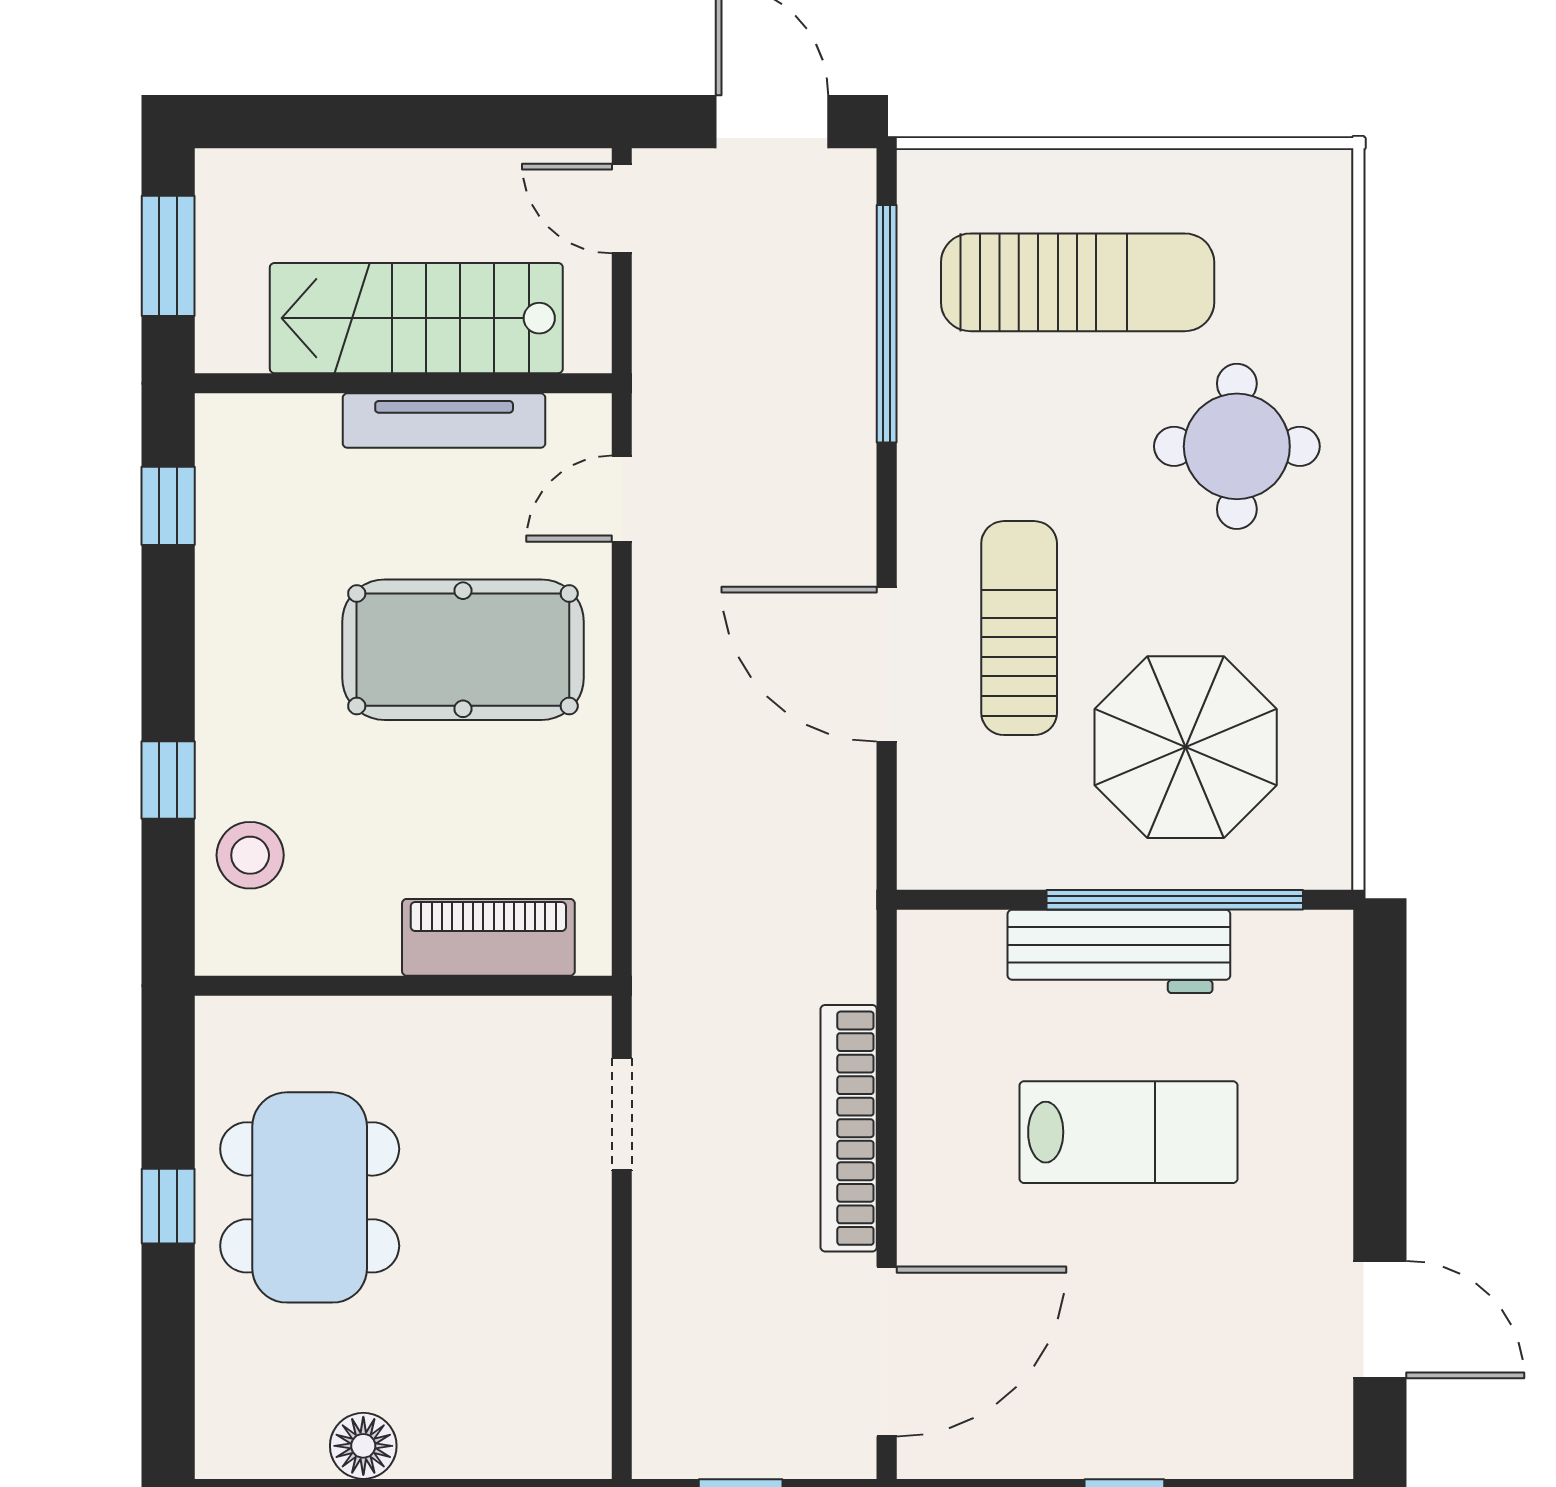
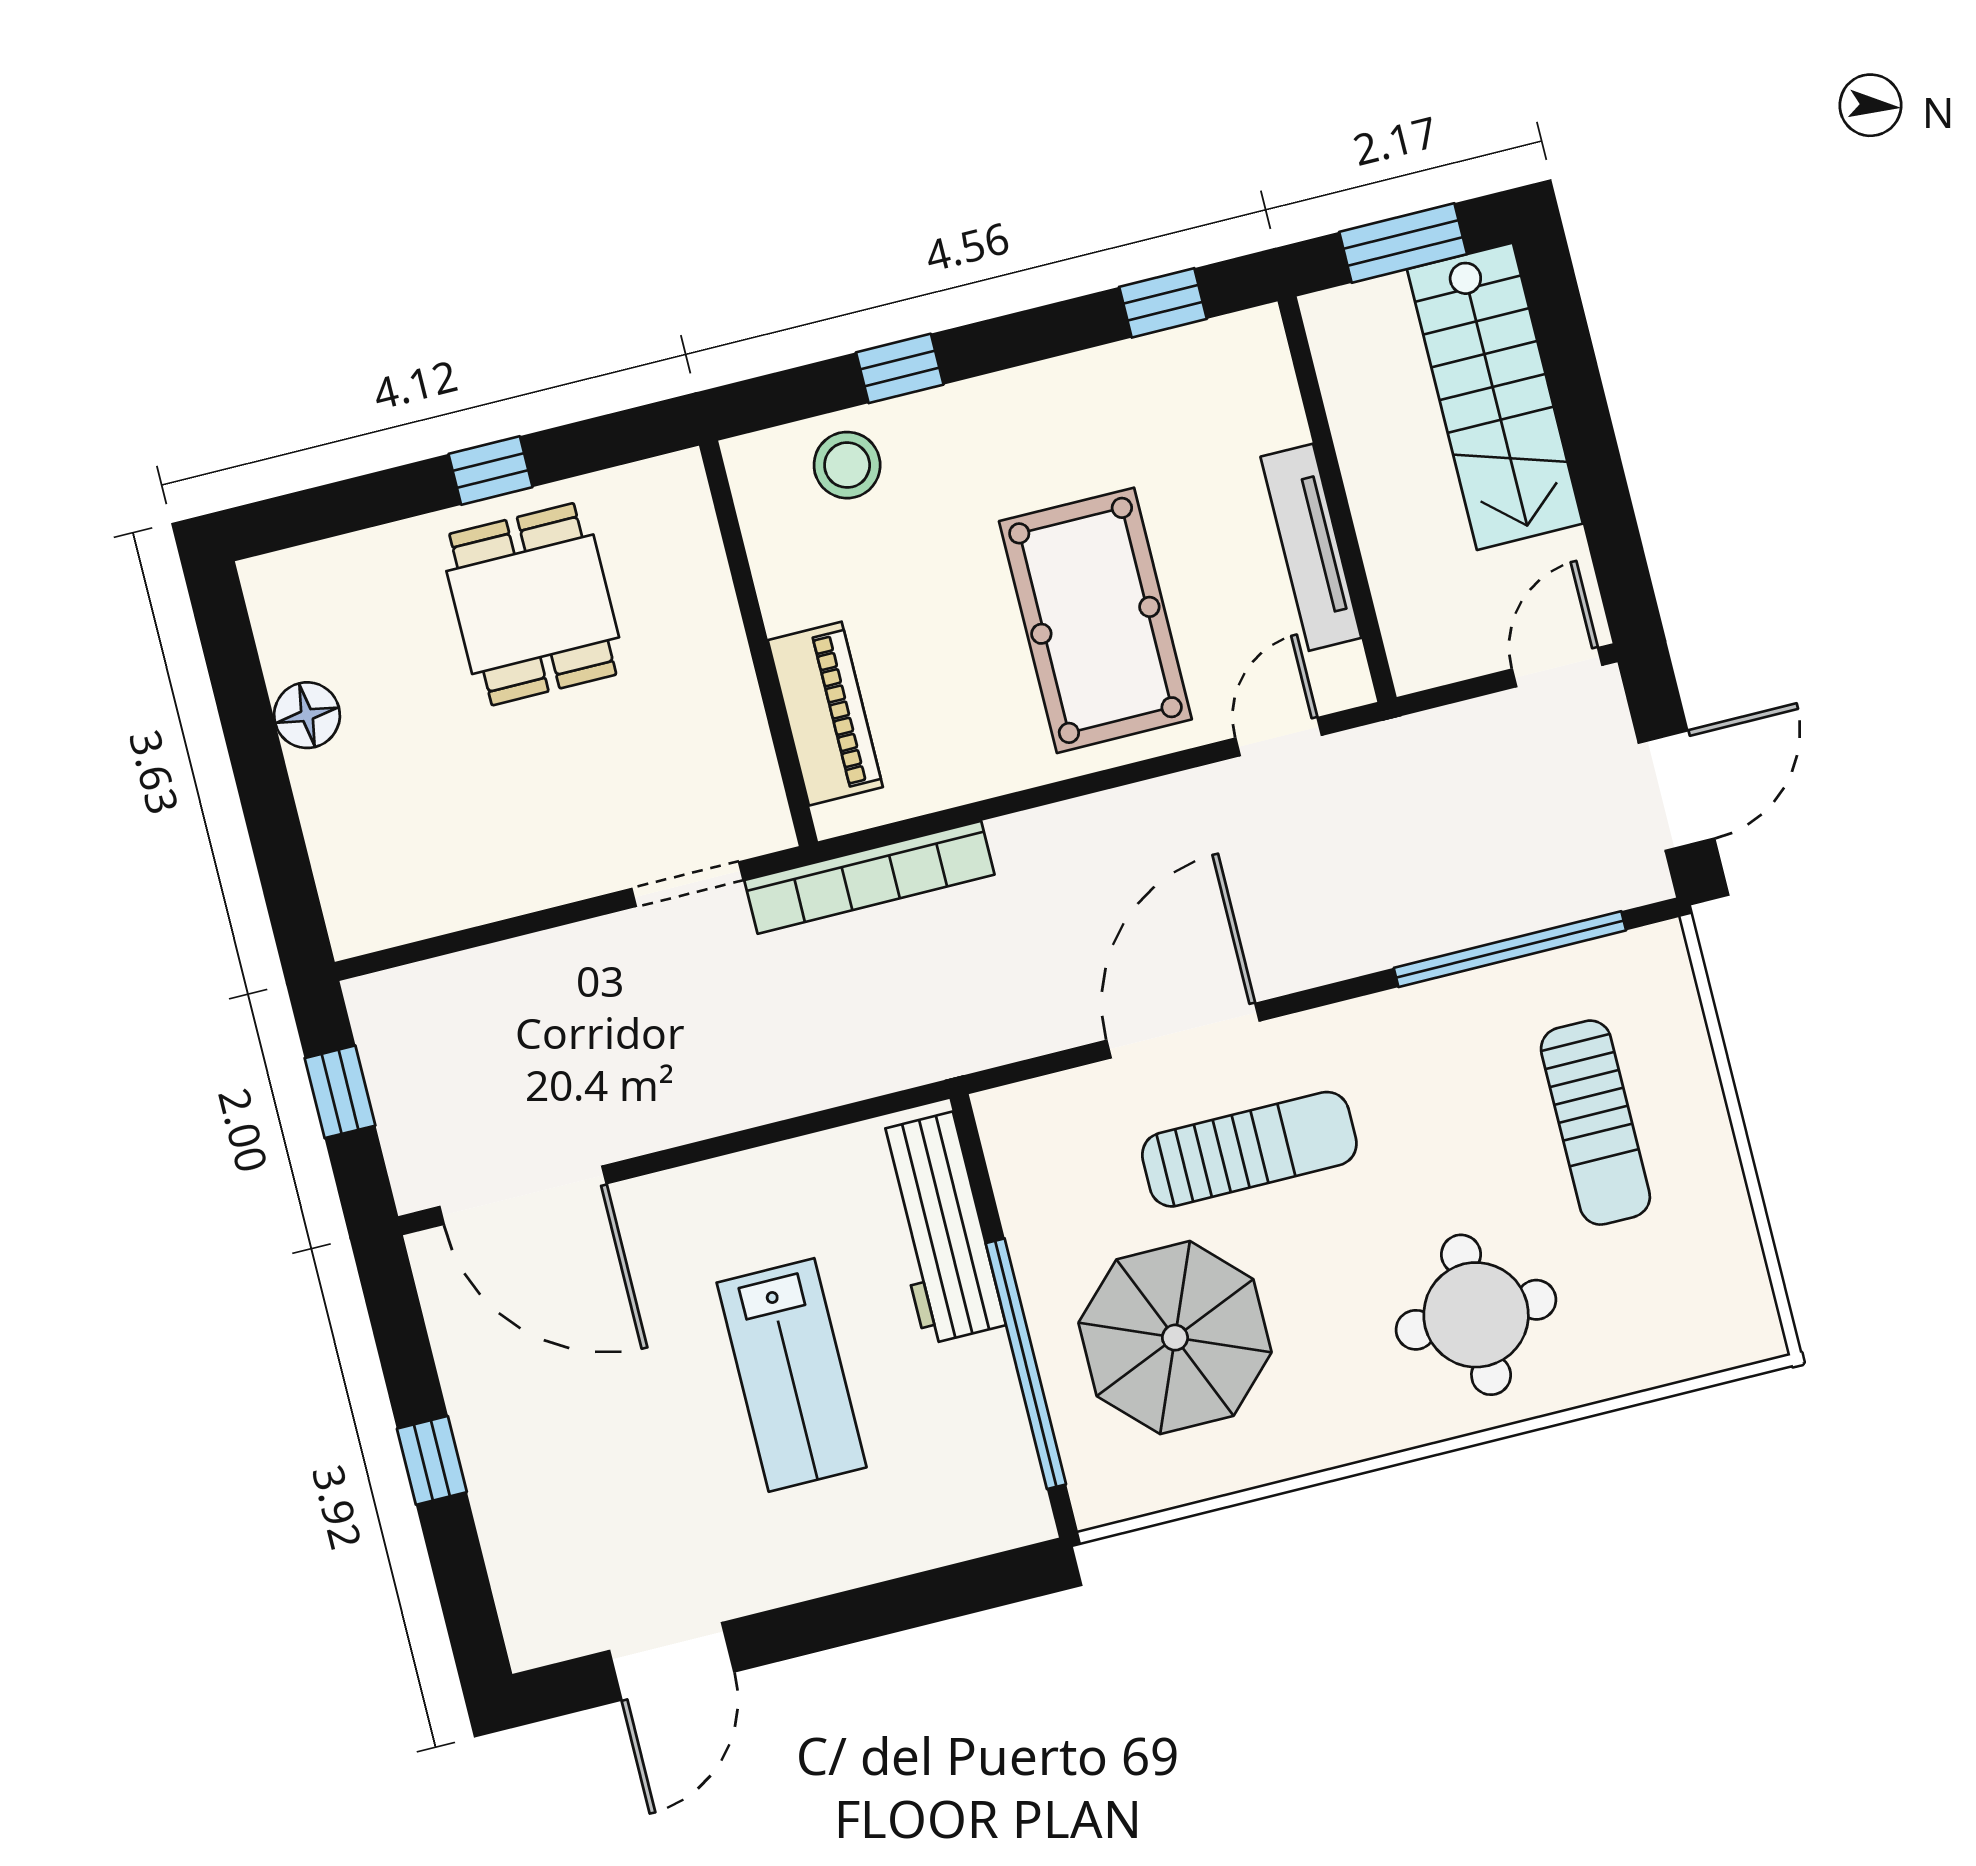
sun lounger: (1078, 282) -> (1595, 1123), width x0.73, depth x0.75
stairs: (416, 318) -> (1495, 396), moved, turned 180
door: (622, 499) -> (1279, 737), hinge flipped
workbench: (1119, 951) -> (939, 1228), moved
bookcase: (849, 1128) -> (869, 877), moved, turned 180
dining table: (310, 1197) -> (533, 604), width x0.73

